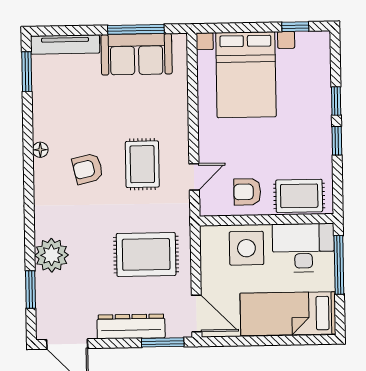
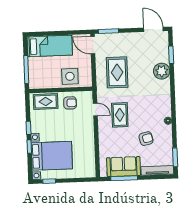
bed with nightstands: (246, 75) -> (52, 156), moved, turned 90
armchair: (88, 169) -> (146, 139), moved
door: (194, 177) -> (95, 109), swing flipped
desk: (303, 248) -> (43, 77), removed
rug: (146, 254) -> (117, 72), turned 90
dresser: (131, 326) -> (124, 38), removed

